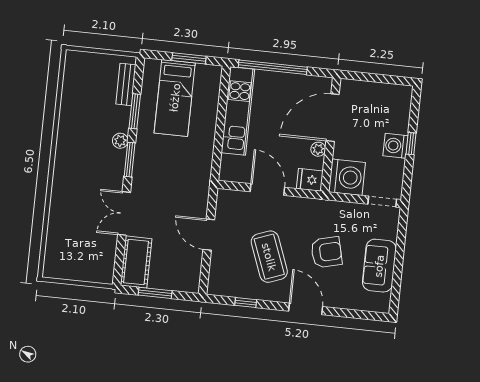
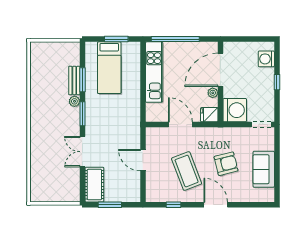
bench: (126, 84) -> (74, 80), moved
washing machine: (396, 146) -> (266, 59), moved

